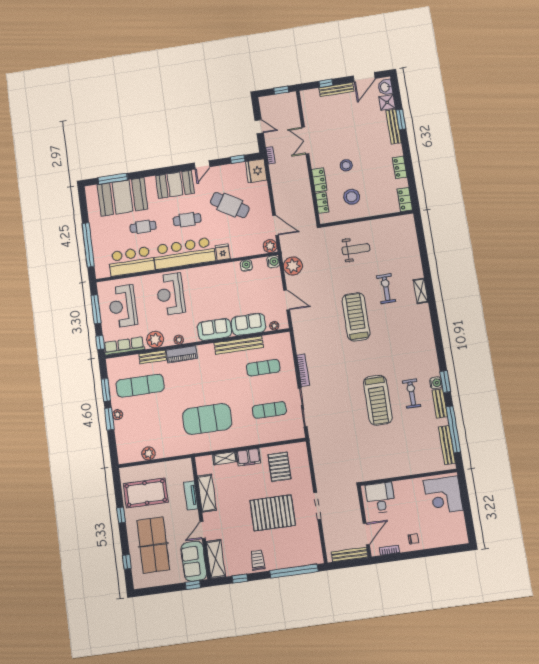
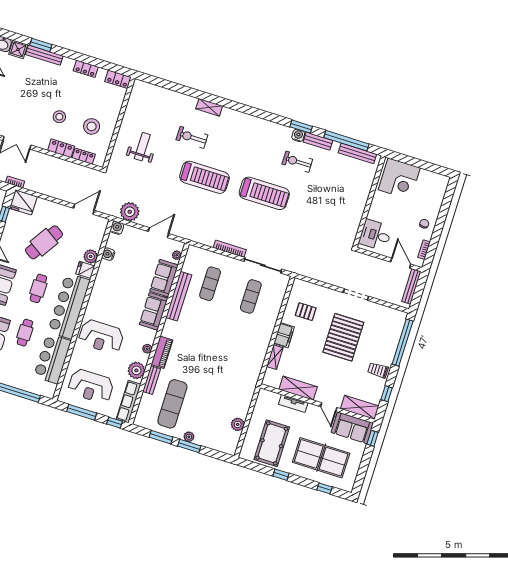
plant: (270, 246) -> (91, 256), moved
treadmill: (356, 317) -> (204, 177), turned 180
treadmill: (378, 400) -> (264, 193), moved
exercise mat: (207, 419) -> (232, 357), removed
pallet: (279, 467) -> (306, 312), width x0.67, depth x0.71

